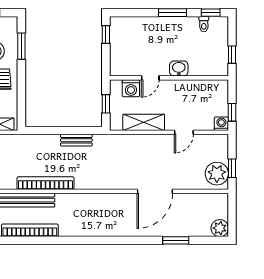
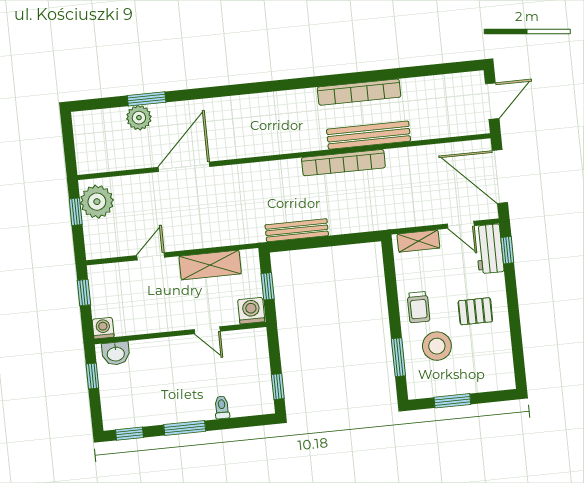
toilet: (204, 24) -> (222, 407), moved
washbasin: (179, 68) -> (116, 353), moved
door: (150, 78) -> (207, 330), swing flipped
washing machine: (131, 88) -> (251, 311), moved
washing machine: (221, 124) -> (103, 328), moved, turned 180
bench: (76, 140) -> (297, 230), width x1.36
plant: (220, 228) -> (139, 118), moved

